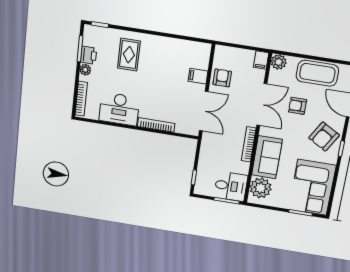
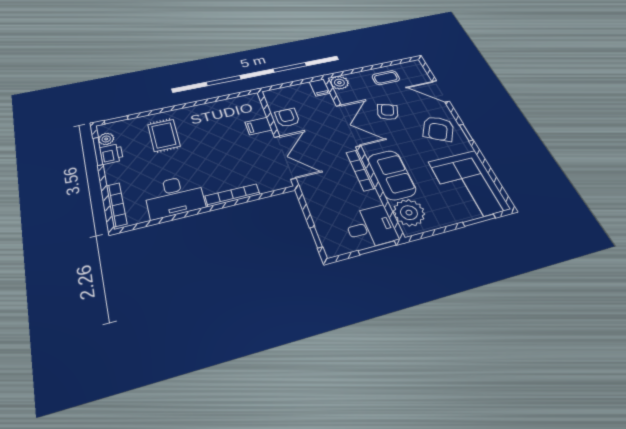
plant: (85, 70) -> (106, 139), moved
coffee table: (317, 73) -> (386, 78), width x0.54, depth x0.58
armchair: (298, 106) -> (388, 112), turned 111

